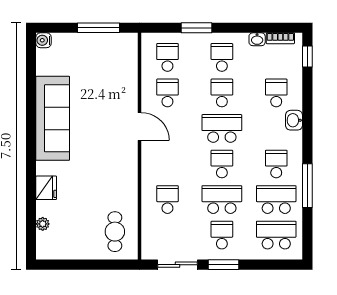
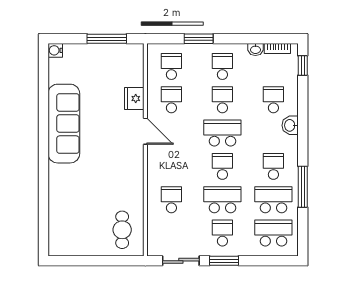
fridge: (46, 188) -> (134, 98), moved, turned 180
plant: (43, 224) -> (54, 223), removed

